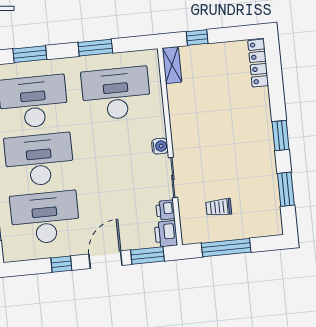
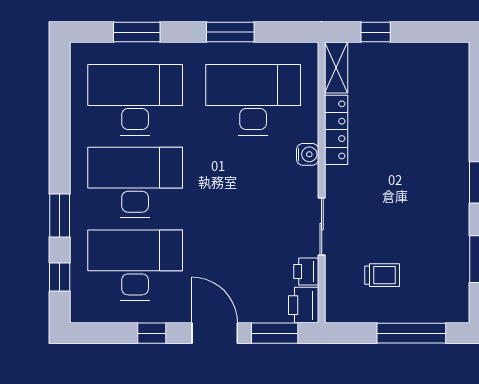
locker: (258, 63) -> (336, 130), moved, turned 180
water cooler: (160, 146) -> (308, 154), moved
trolley: (219, 207) -> (382, 275), turned 180
window: (226, 248) -> (411, 333), moved
door: (106, 260) -> (215, 333), hinge flipped

